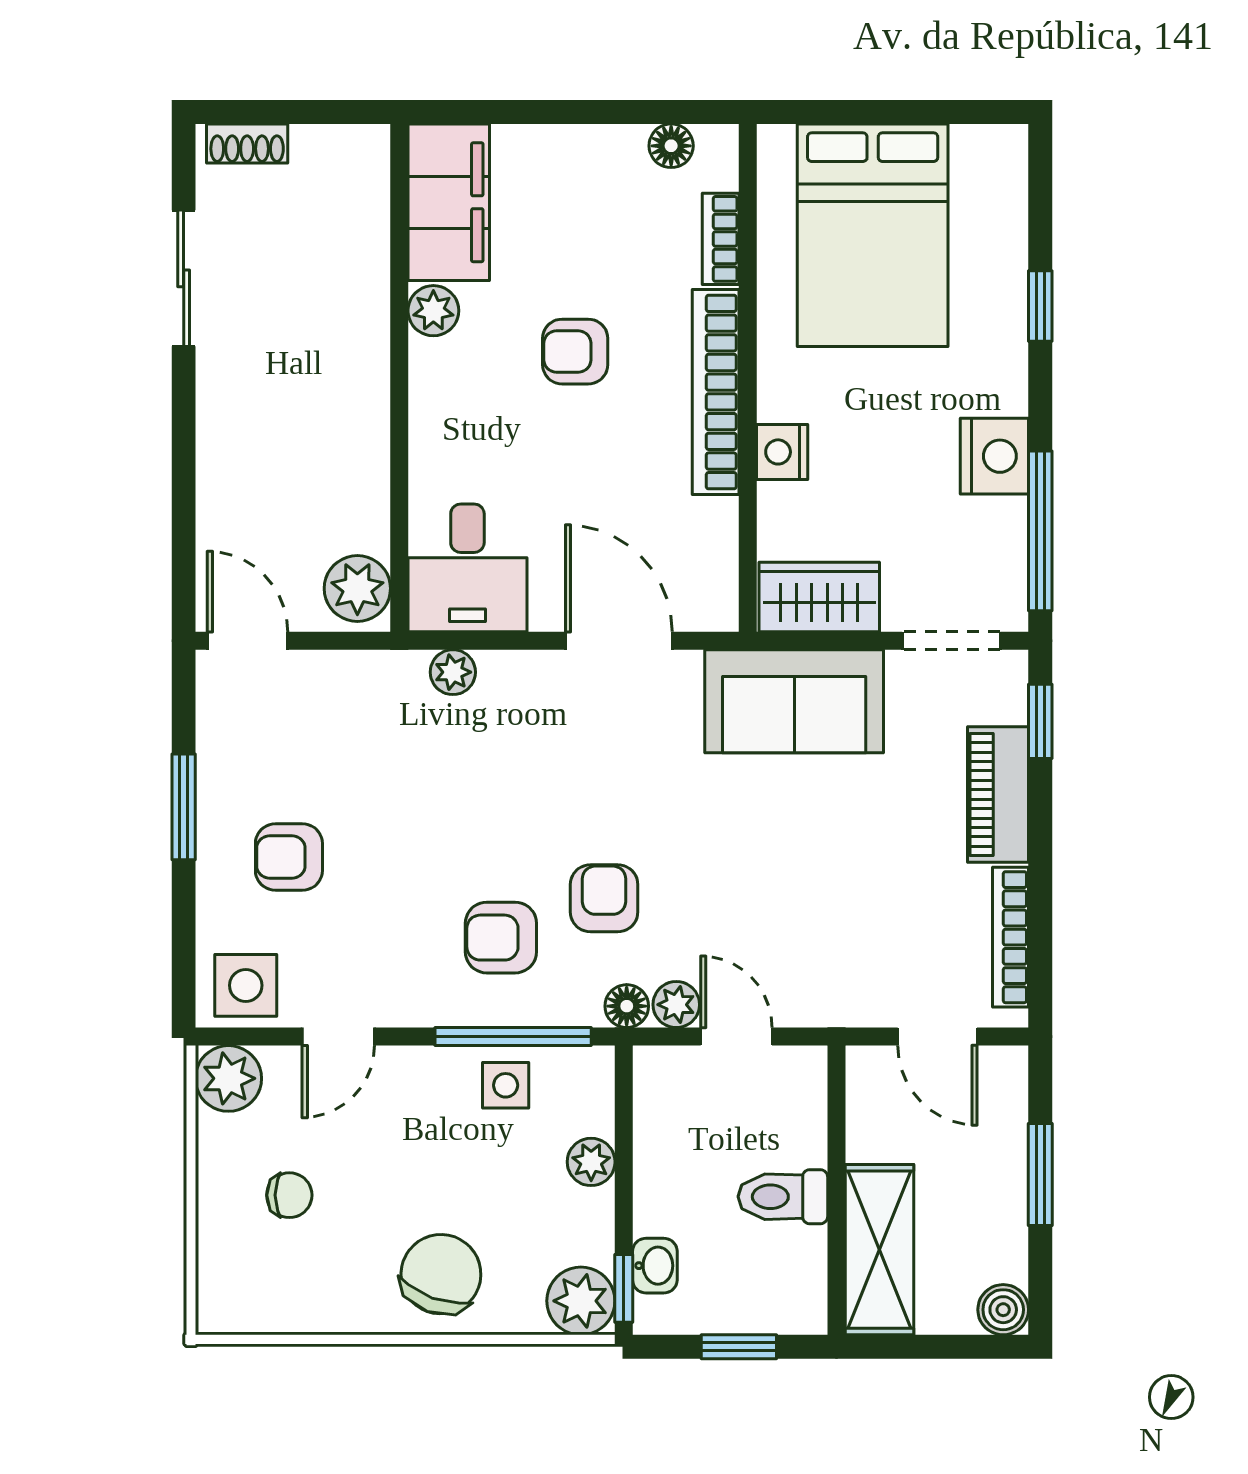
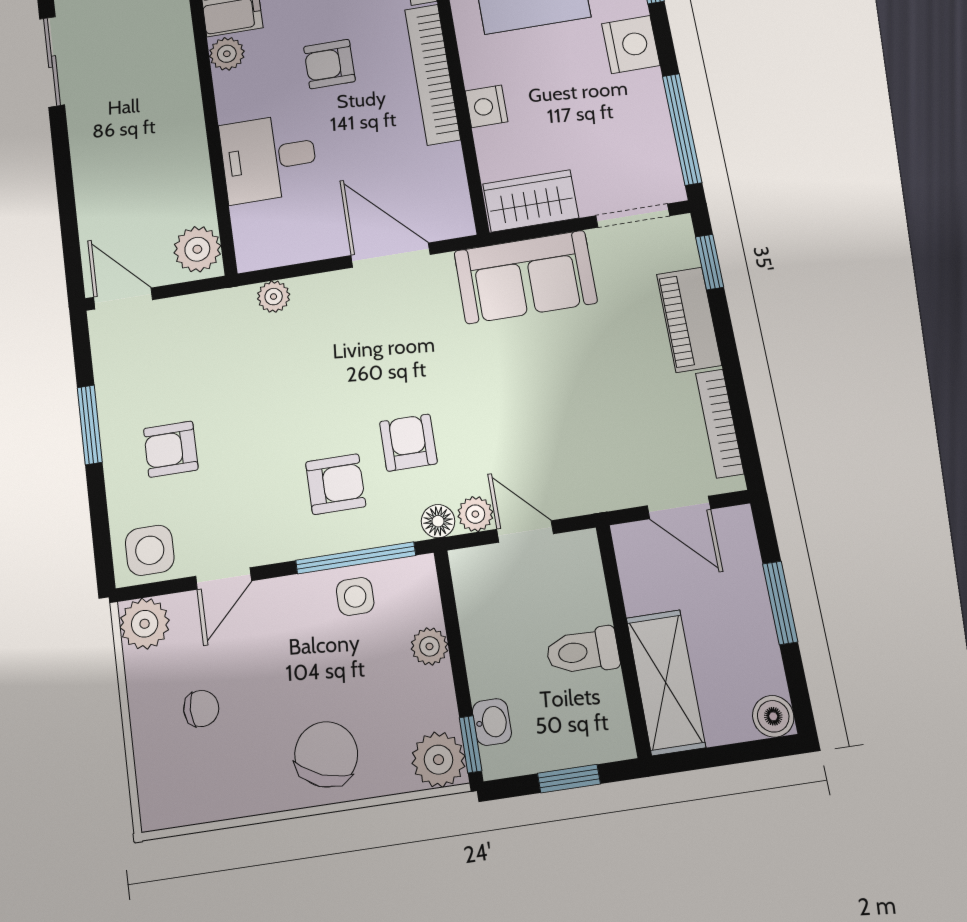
nightstand: (994, 456) -> (631, 45), moved
desk: (467, 568) -> (269, 158), moved, turned 90
armchair: (501, 938) -> (336, 484), turned 180

